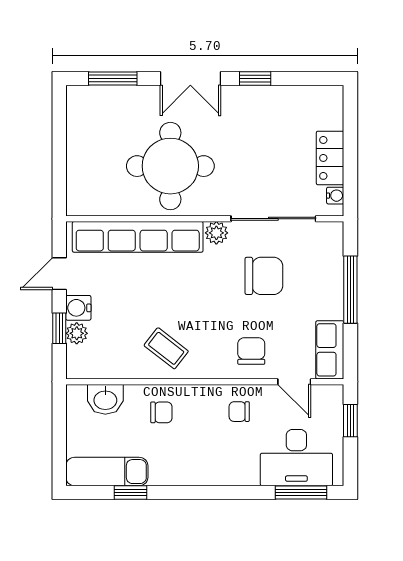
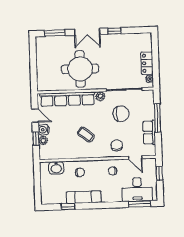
door: (59, 274) -> (35, 116), swing flipped
coffee table: (166, 348) -> (86, 135), moved
row of seats: (330, 350) -> (149, 133), moved
exam couch: (107, 472) -> (84, 197), moved

